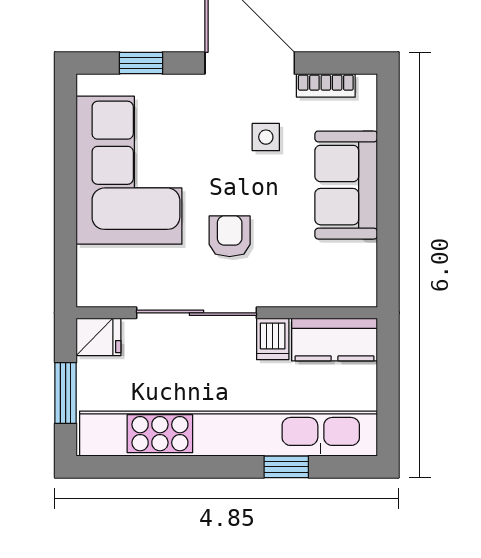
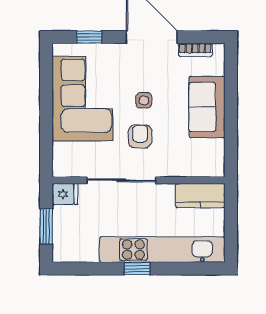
side table: (266, 137) -> (144, 100), moved
dishwasher: (273, 339) -> (165, 195), removed
kitchen unit: (228, 434) -> (162, 250), width x0.73
window: (286, 467) -> (137, 269), moved

